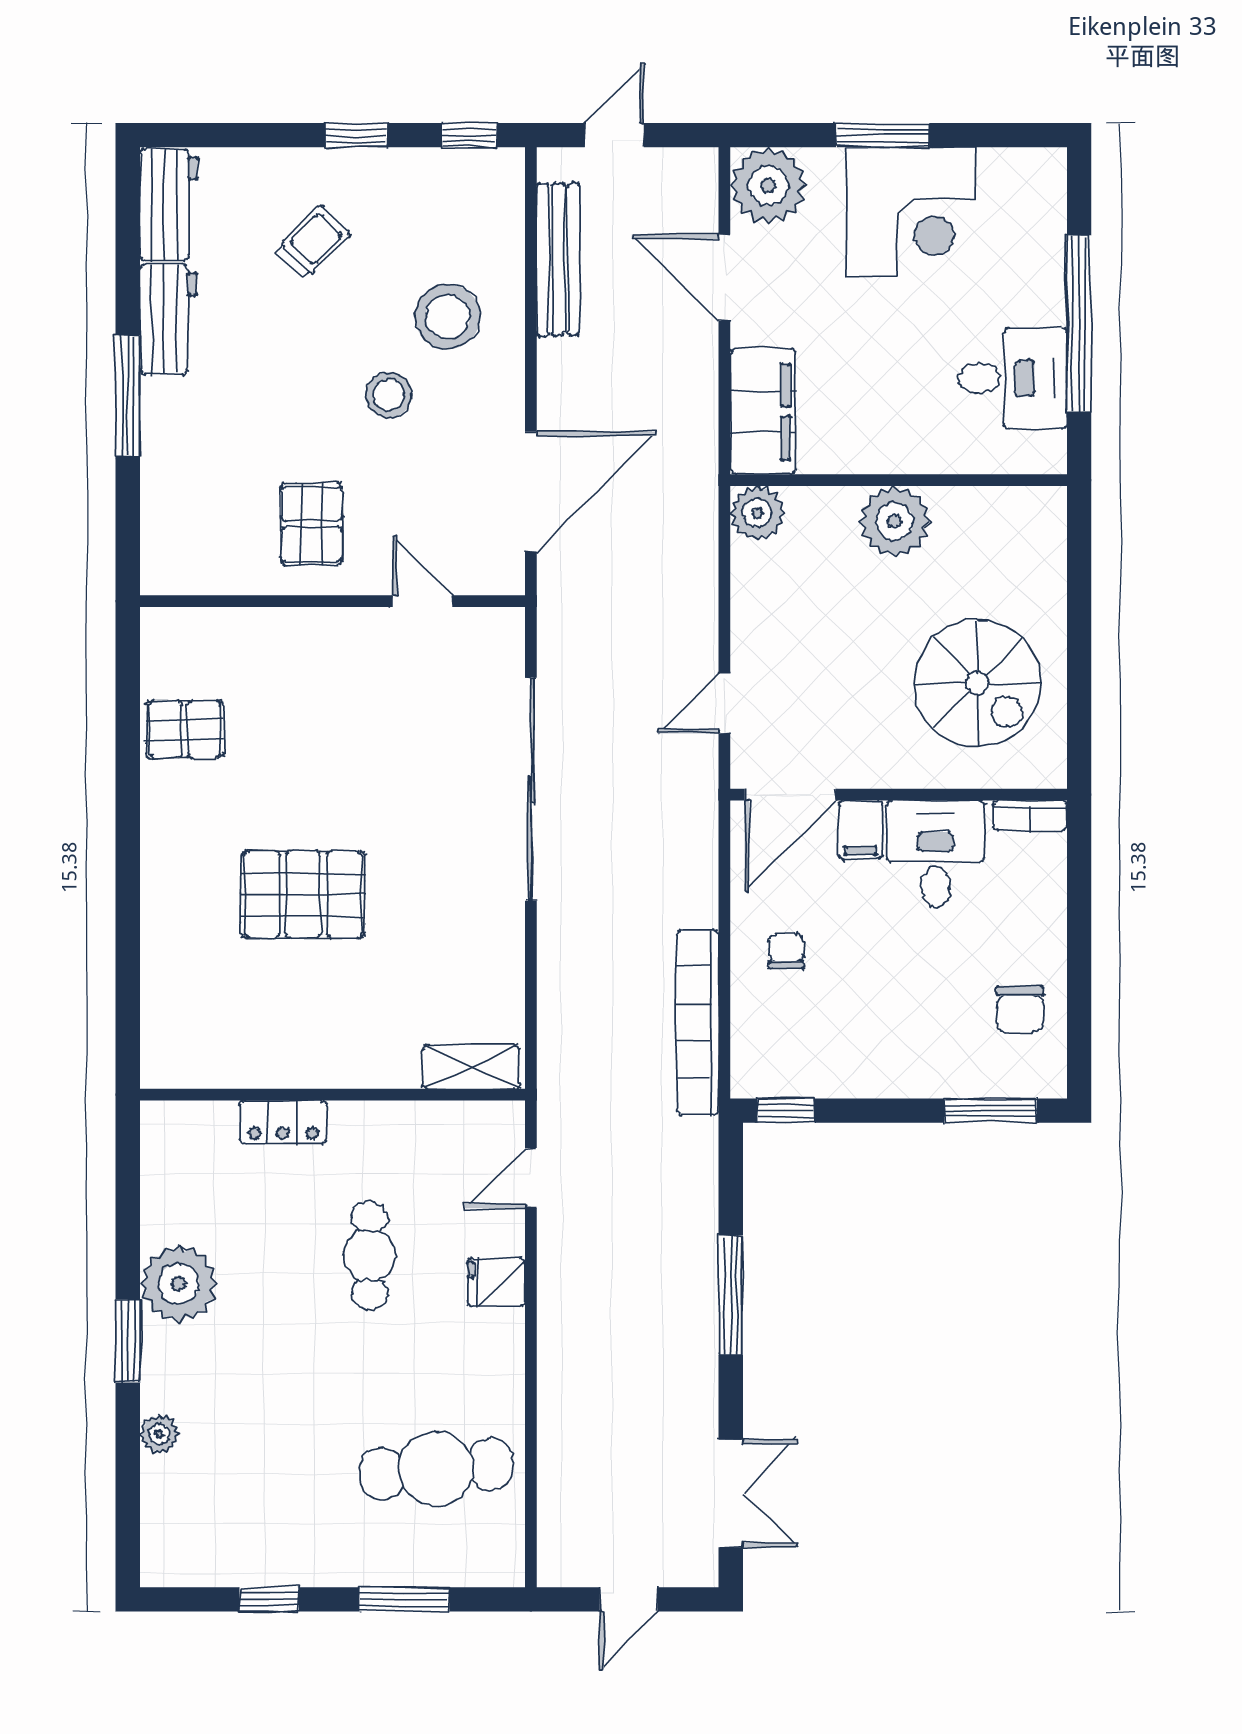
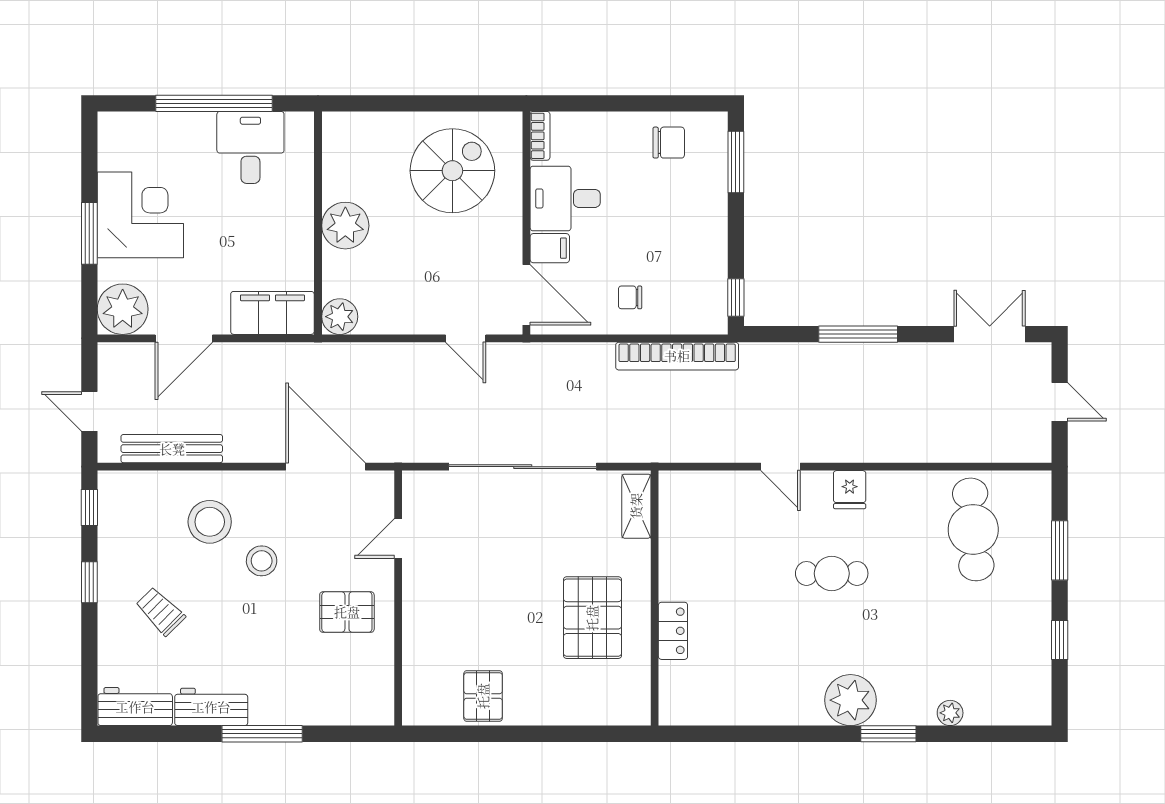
shelving: (471, 1067) -> (636, 506), moved
wall: (332, 1095) -> (655, 598), moved
locker: (283, 1122) -> (673, 631), moved

